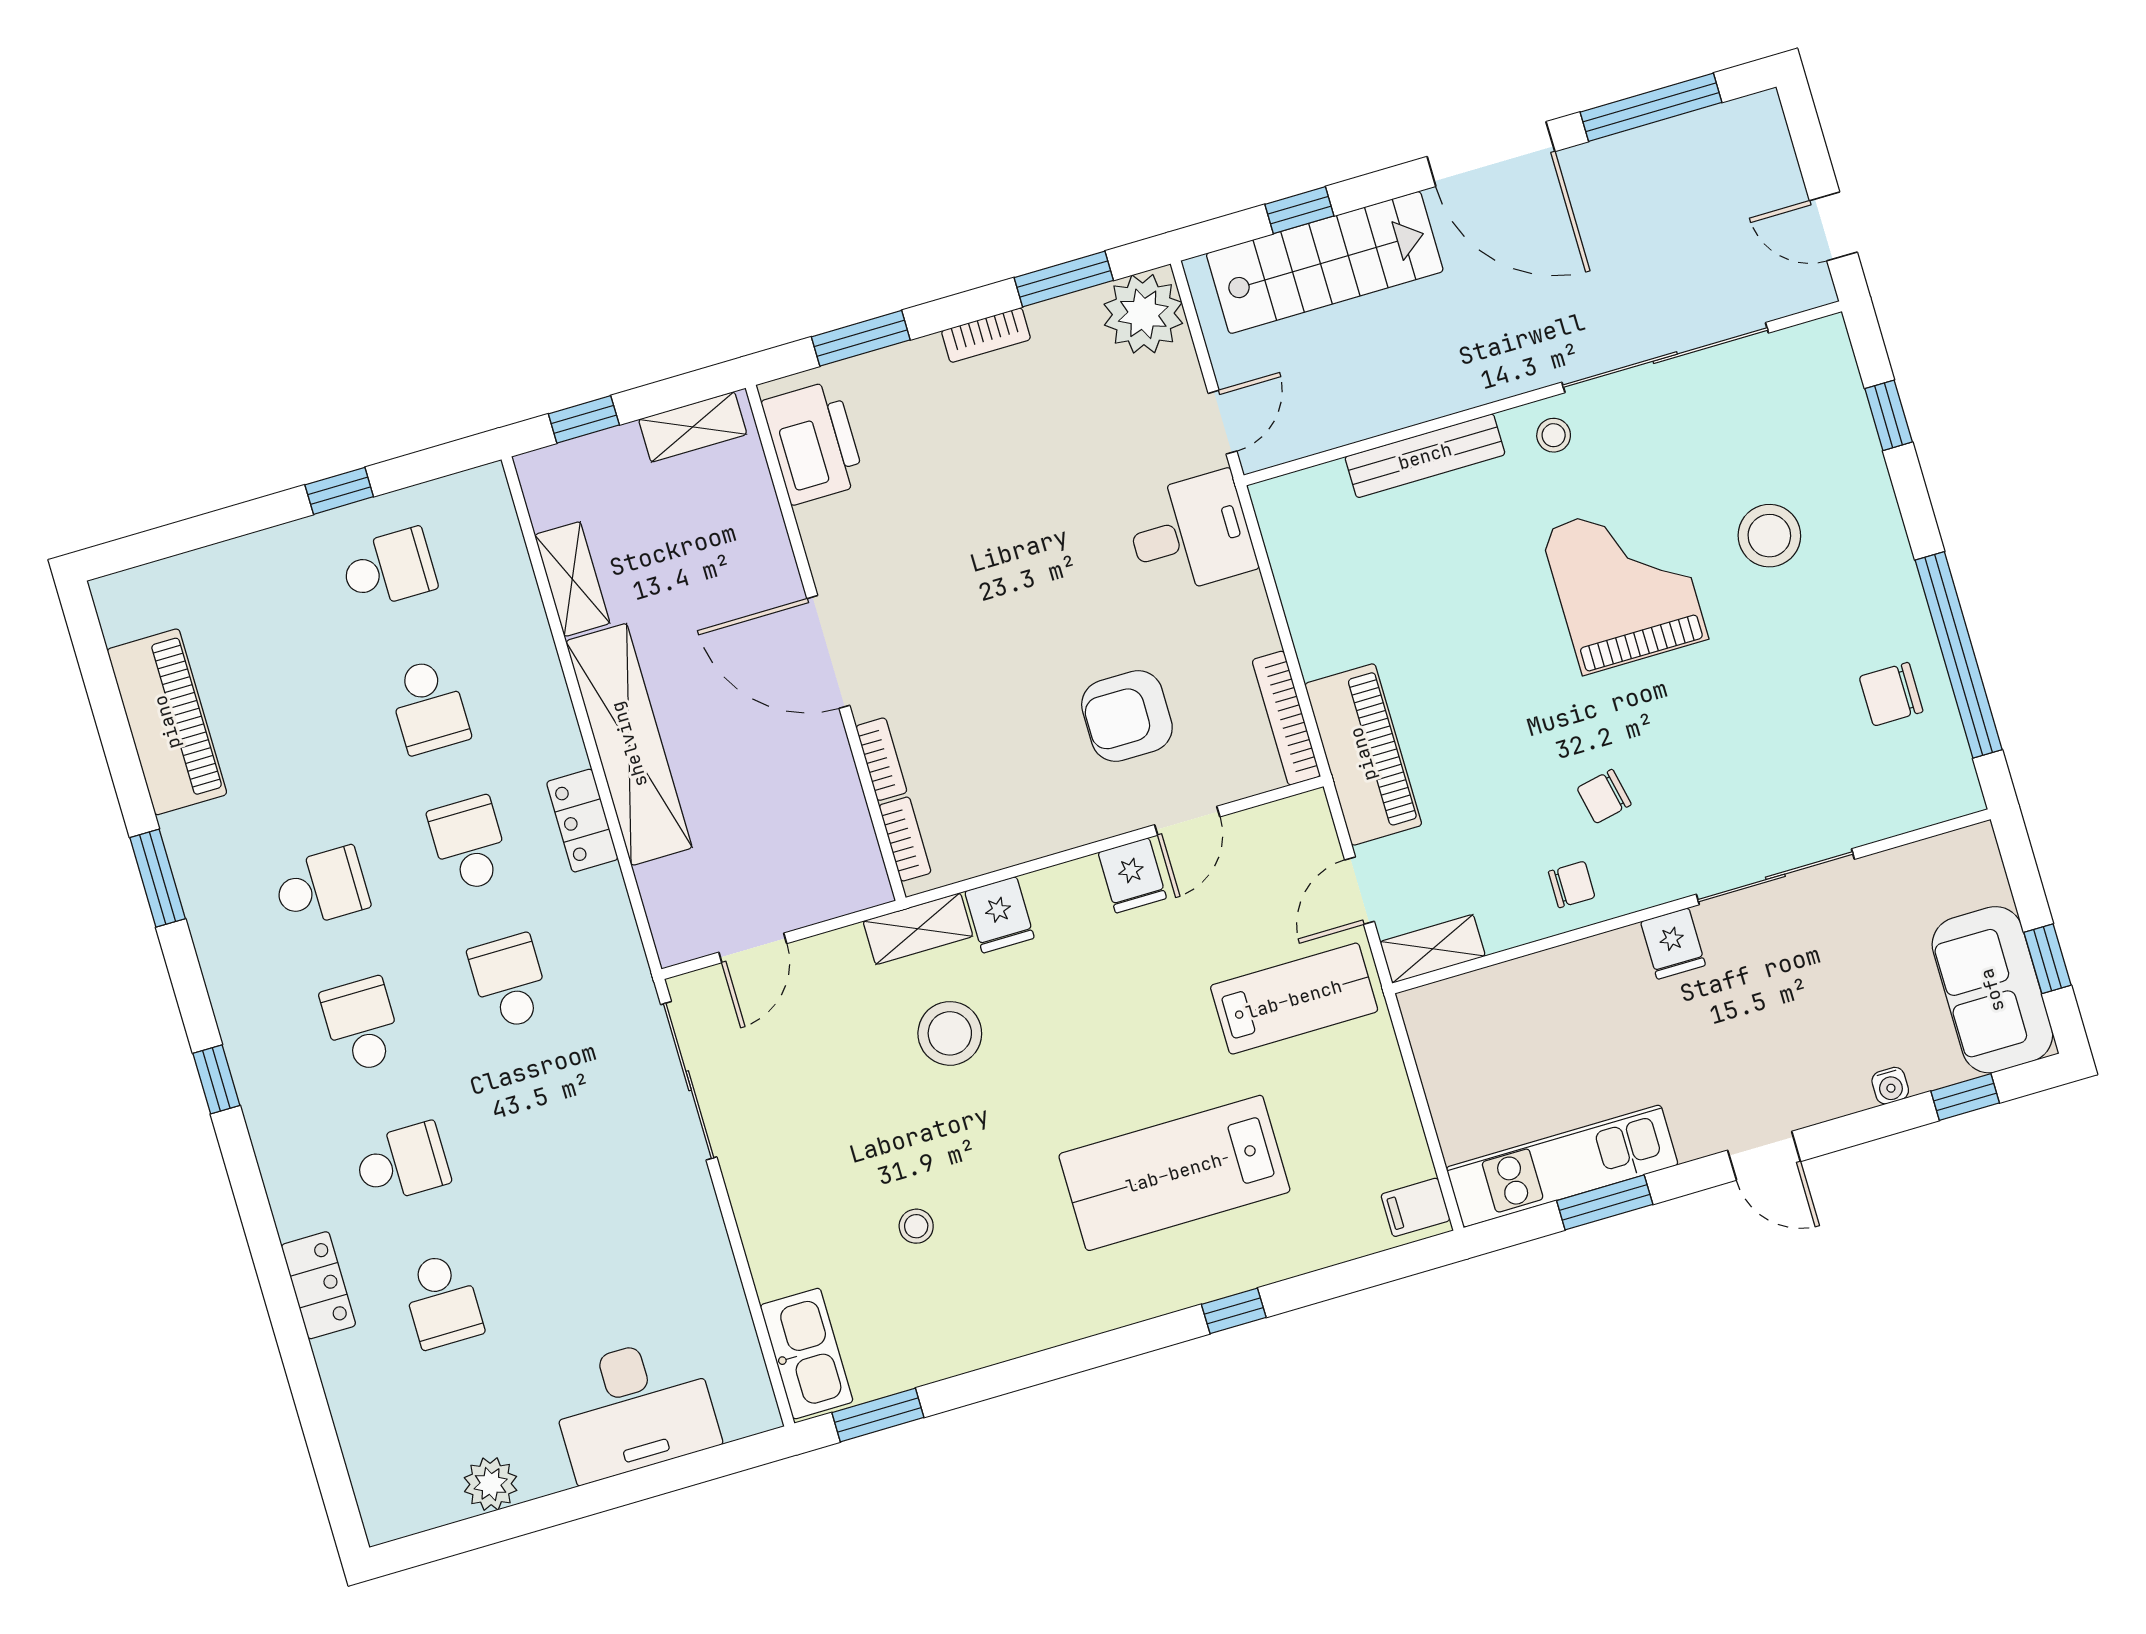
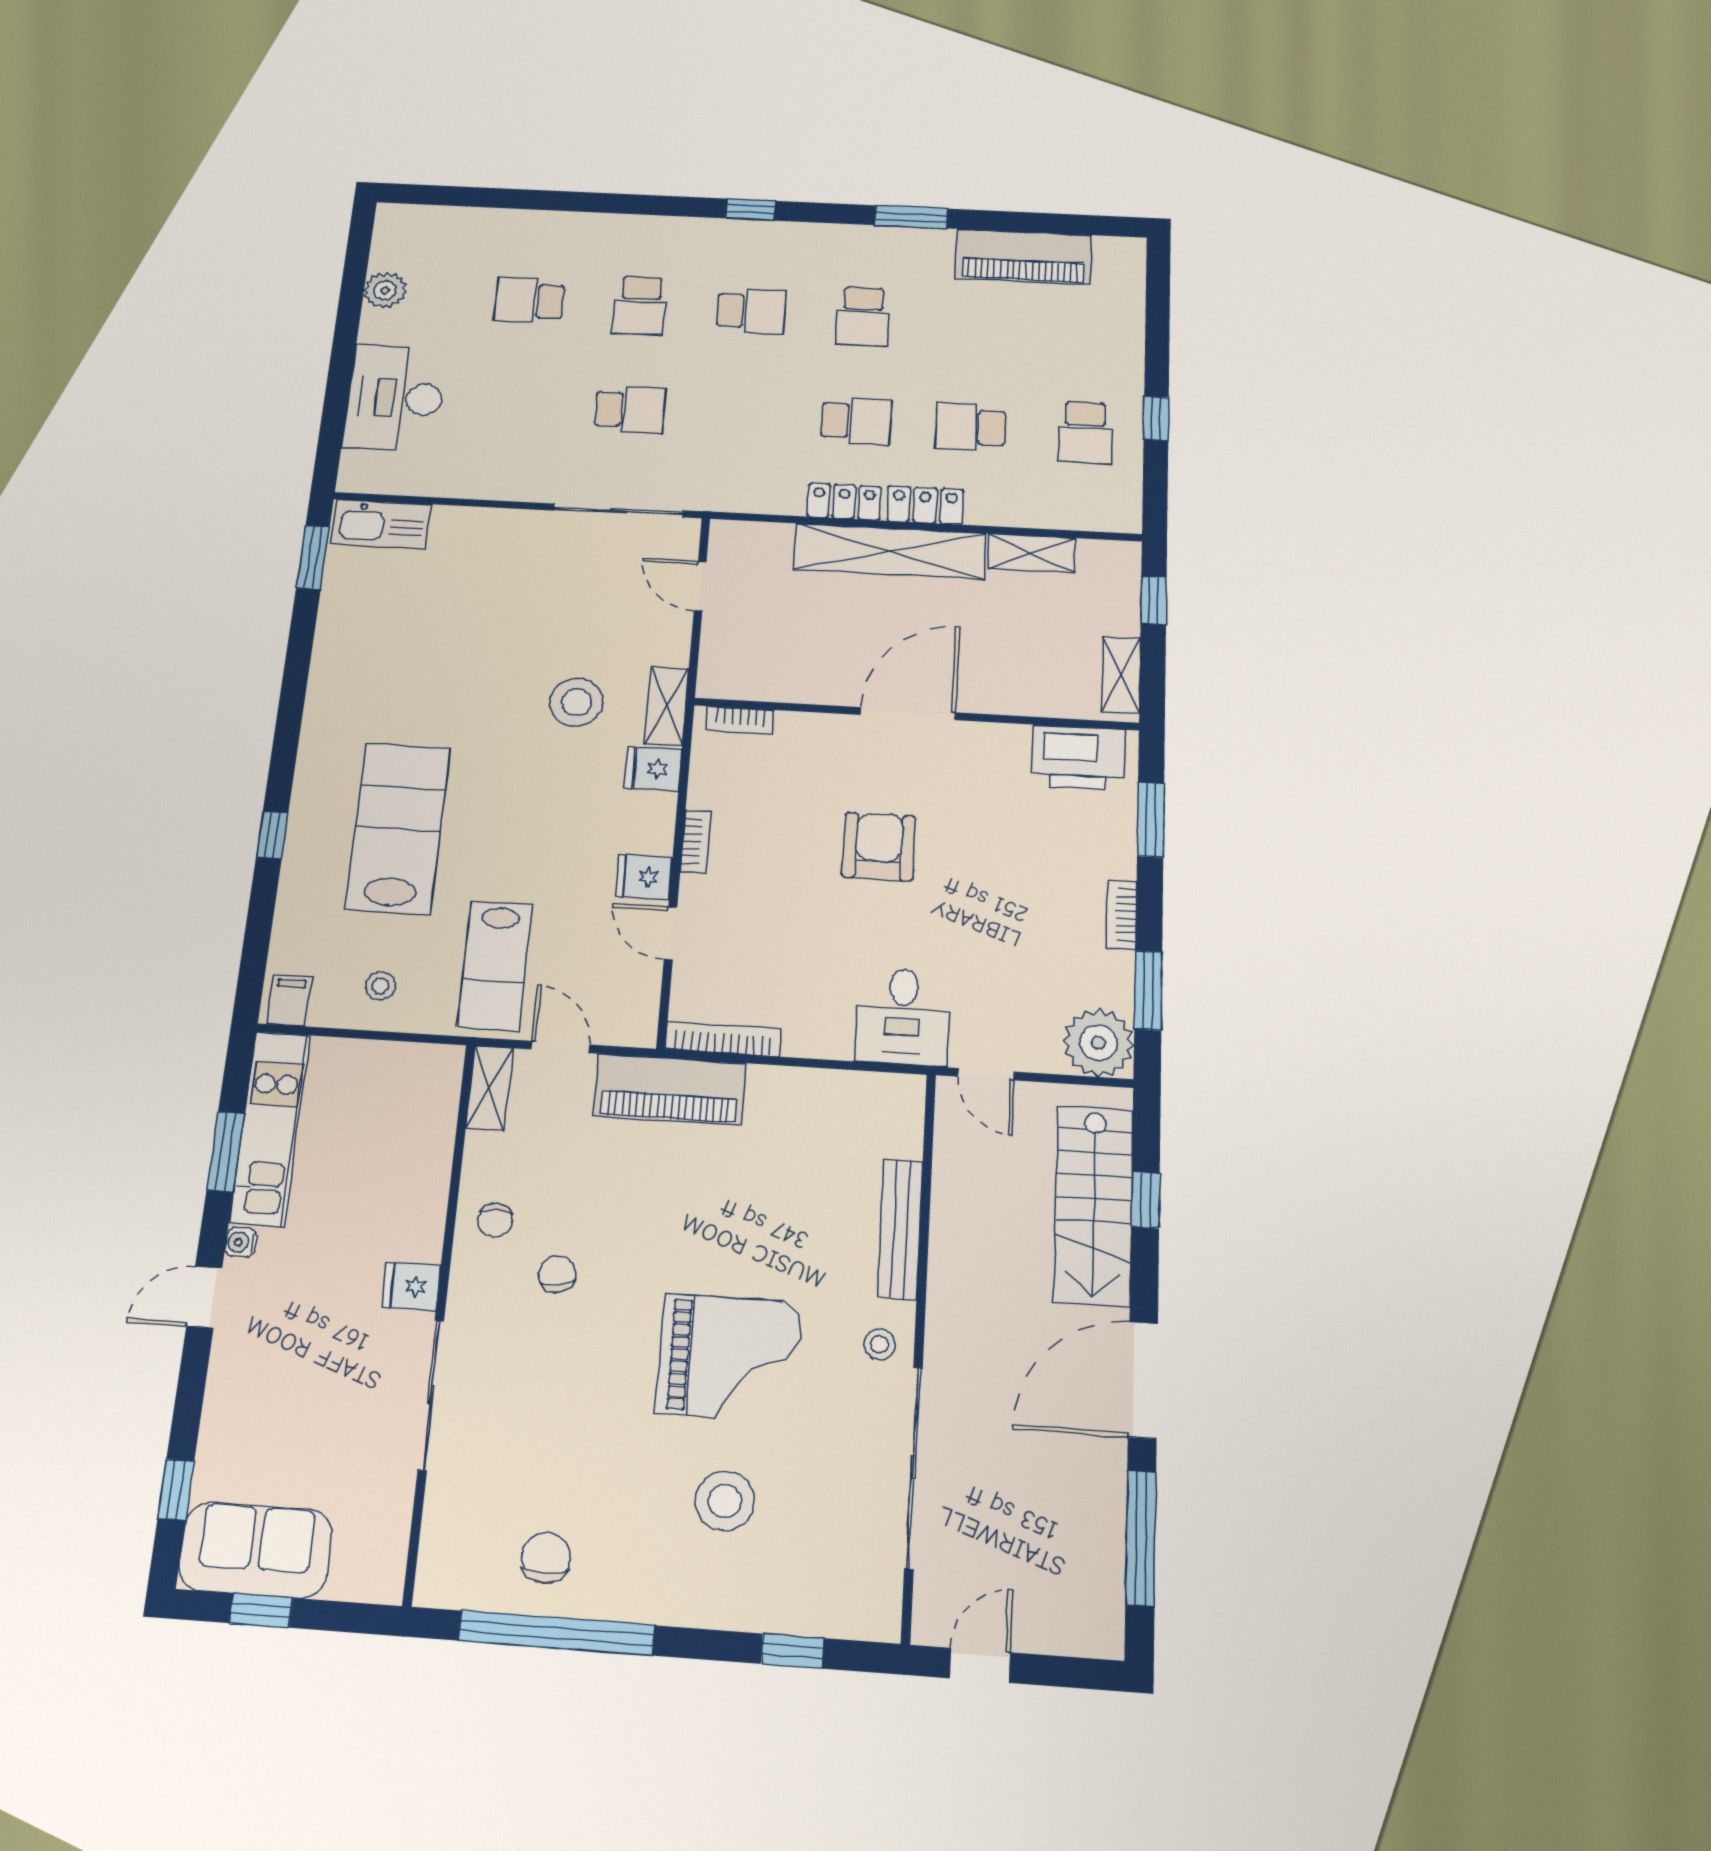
armchair: (1127, 716) -> (879, 847), moved
bookcase: (881, 759) -> (696, 841), moved, turned -90
school desk: (509, 982) -> (630, 410), moved
water cooler: (1890, 1086) -> (241, 1242), moved
stool: (916, 1226) -> (380, 986), moved
locker: (318, 1285) -> (925, 505), moved, turned 180

